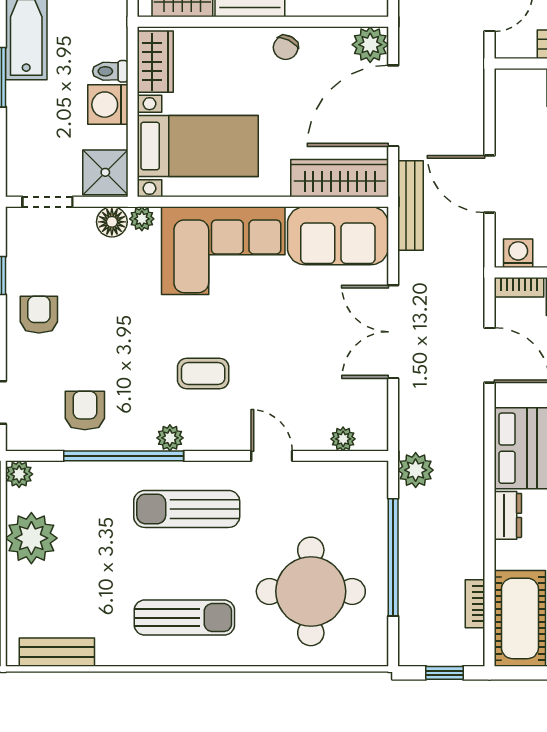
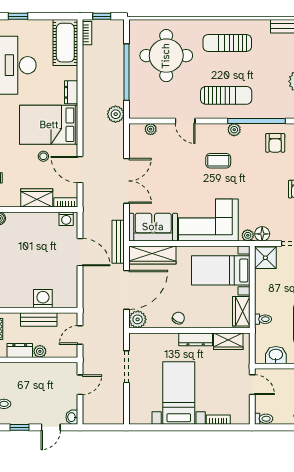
toilet: (110, 71) -> (263, 319), moved
washing machine: (108, 105) -> (264, 290), removed
bookcase: (475, 604) -> (87, 33), moved

